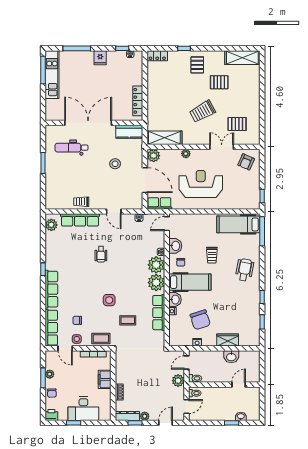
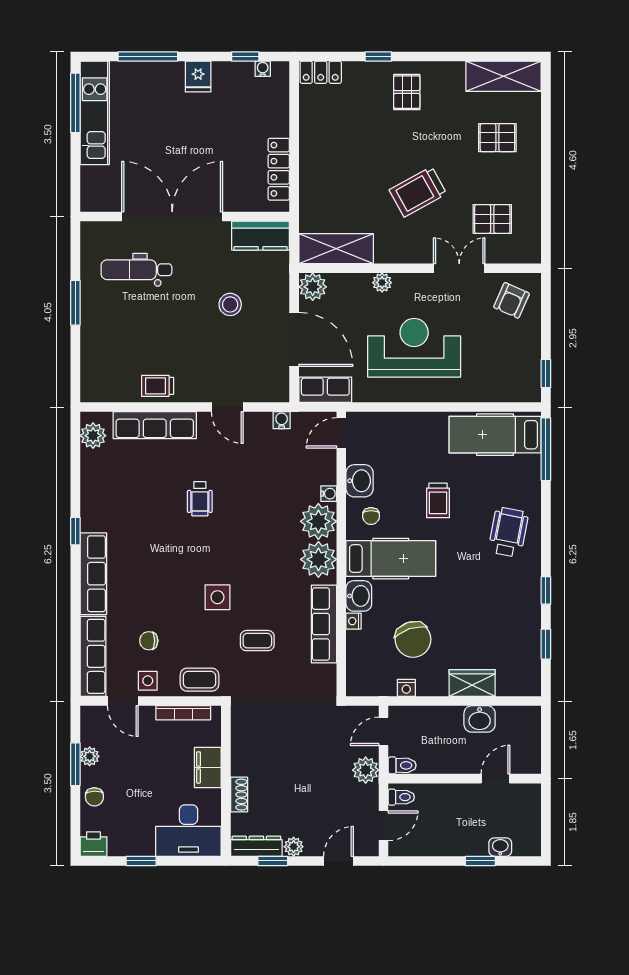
pallet: (219, 82) -> (497, 138), moved
desk: (83, 409) -> (188, 831), moved

